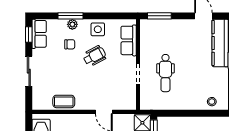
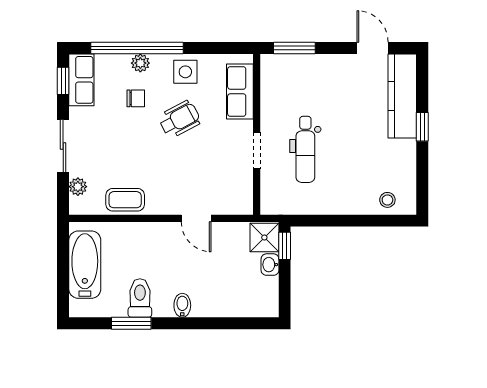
window: (70, 16) -> (137, 48), width x2.11
plant: (37, 94) -> (78, 187), added

